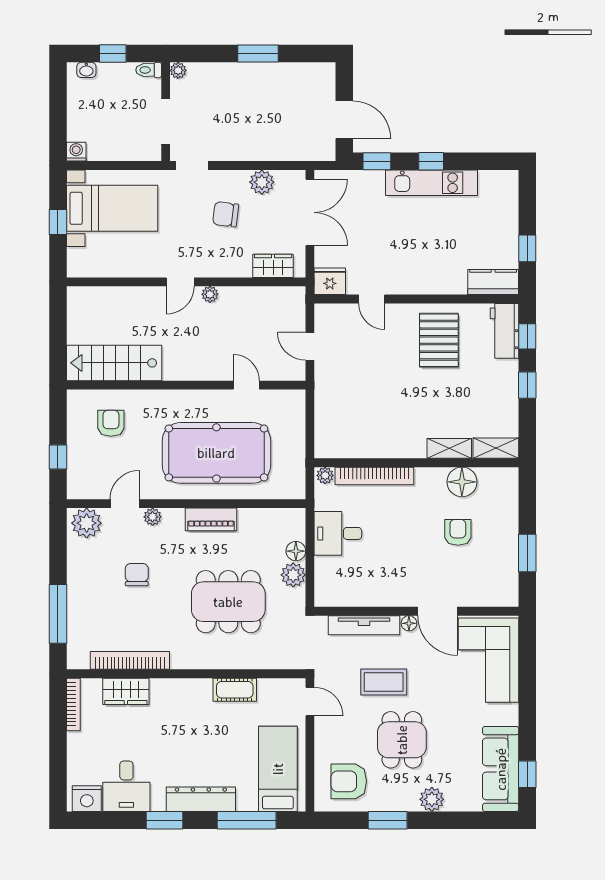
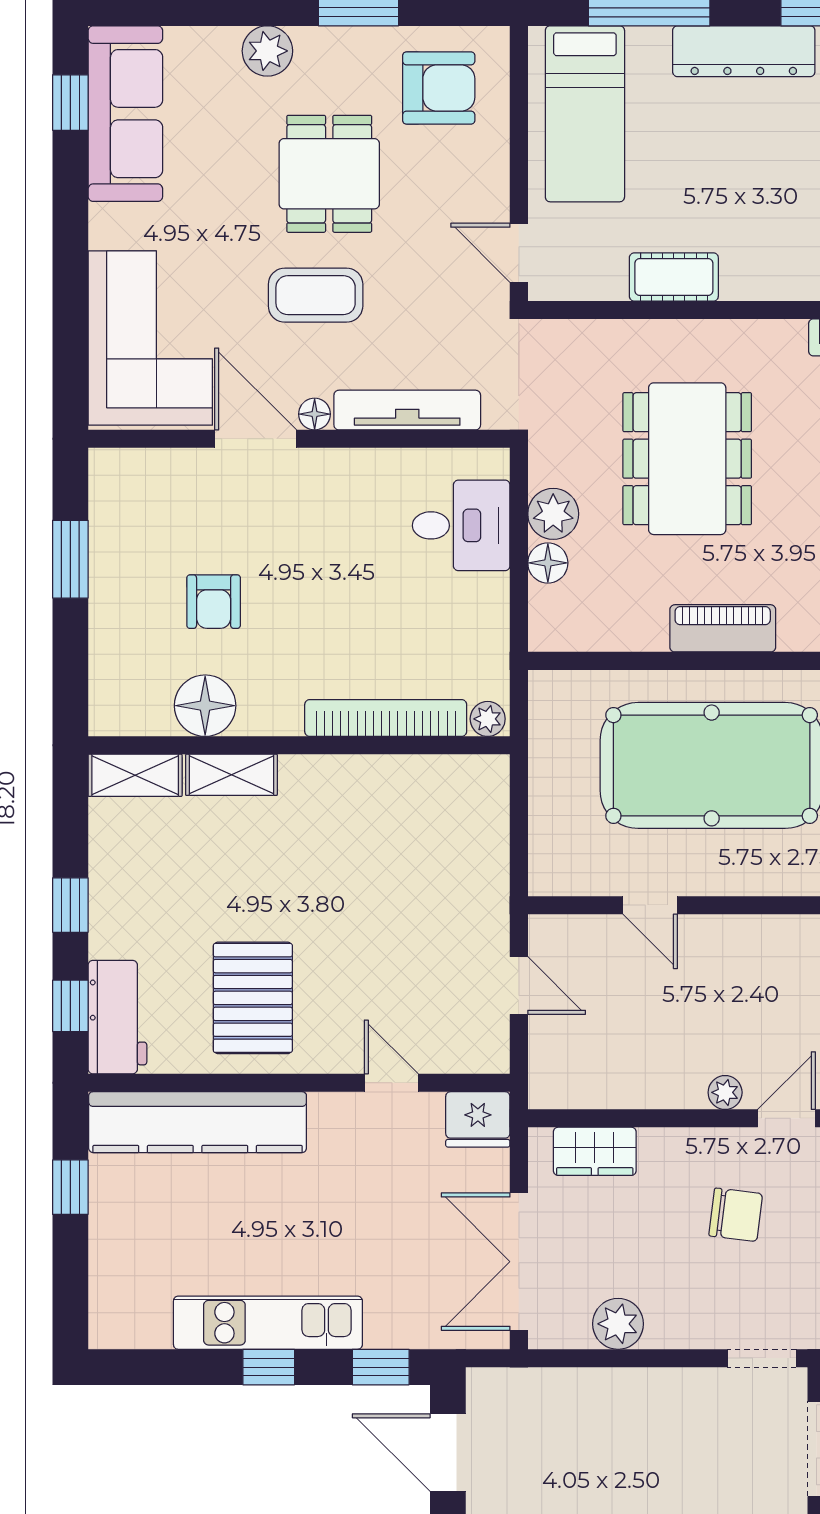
chair: (226, 214) -> (736, 1215), moved
kitchen counter: (493, 282) -> (198, 1122), width x2.08, depth x1.17
desk: (338, 533) -> (461, 525), moved
dining table: (228, 602) -> (687, 459), turned 90
coffee table: (384, 682) -> (316, 295), moved

